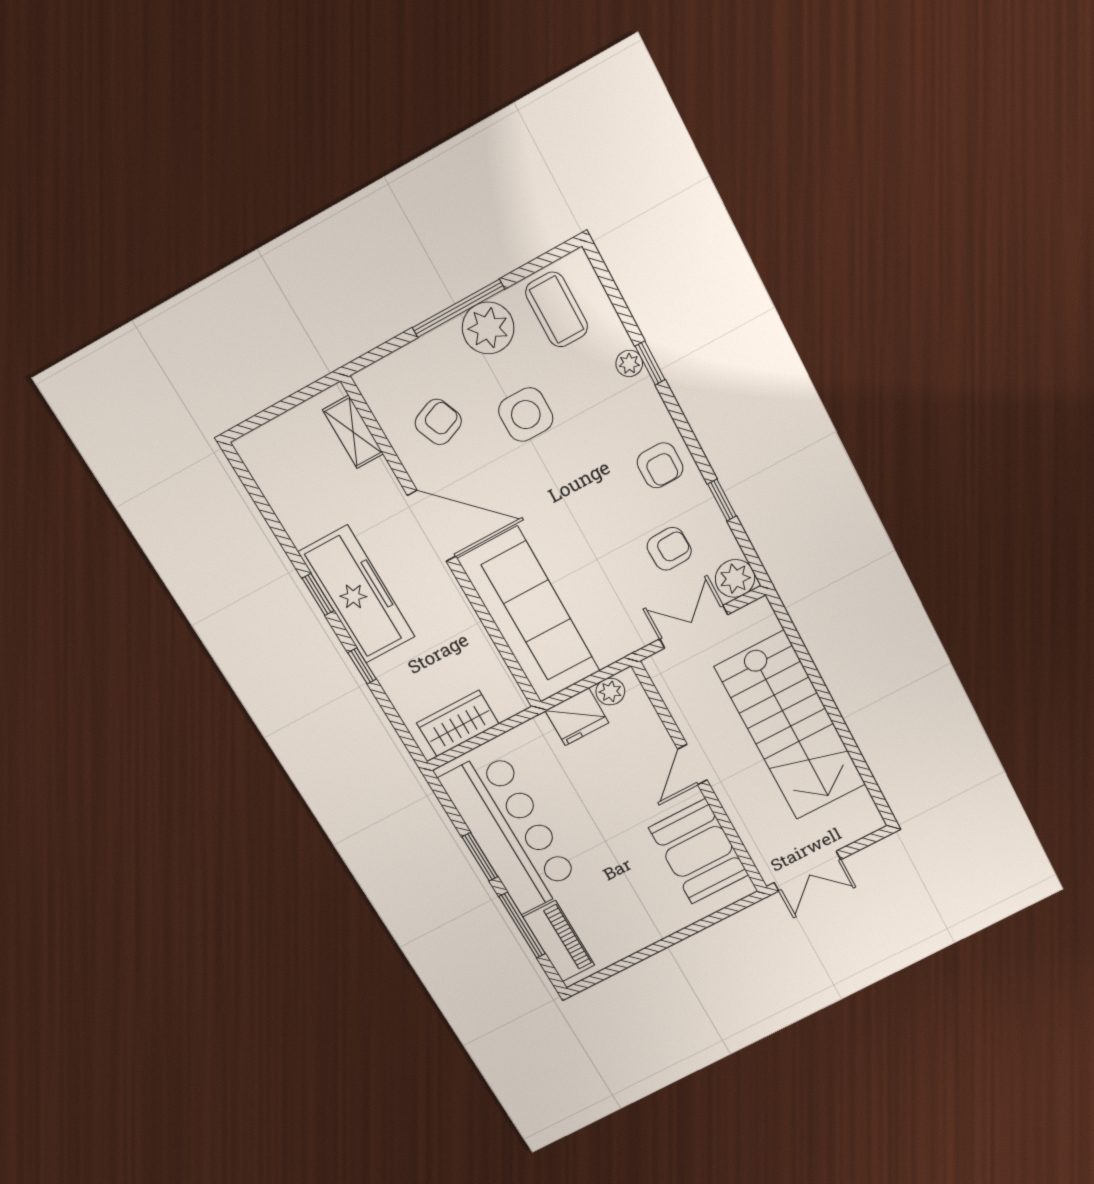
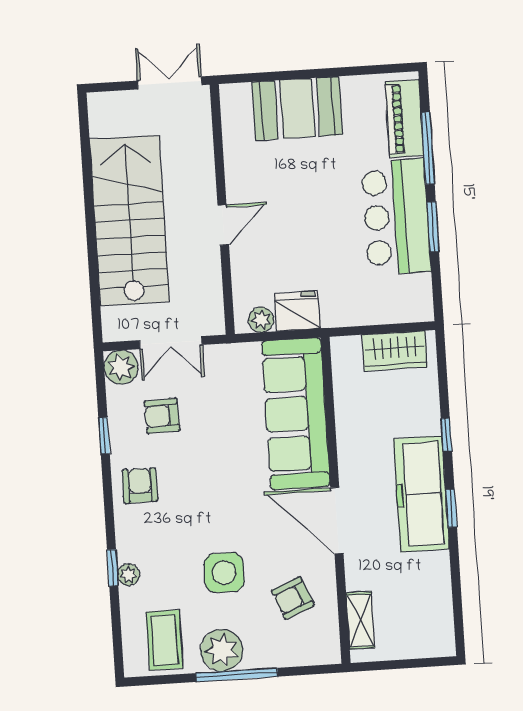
bar counter: (510, 831) -> (396, 217), width x0.73
booth: (699, 851) -> (297, 108), moved, turned 90

